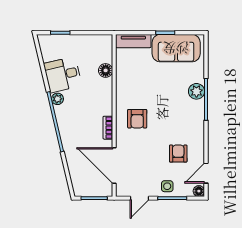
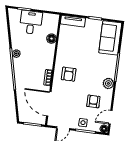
sofa: (176, 48) -> (110, 38), moved, turned 90
desk: (63, 75) -> (31, 22), moved, turned 103
plant: (196, 91) -> (108, 83), moved

